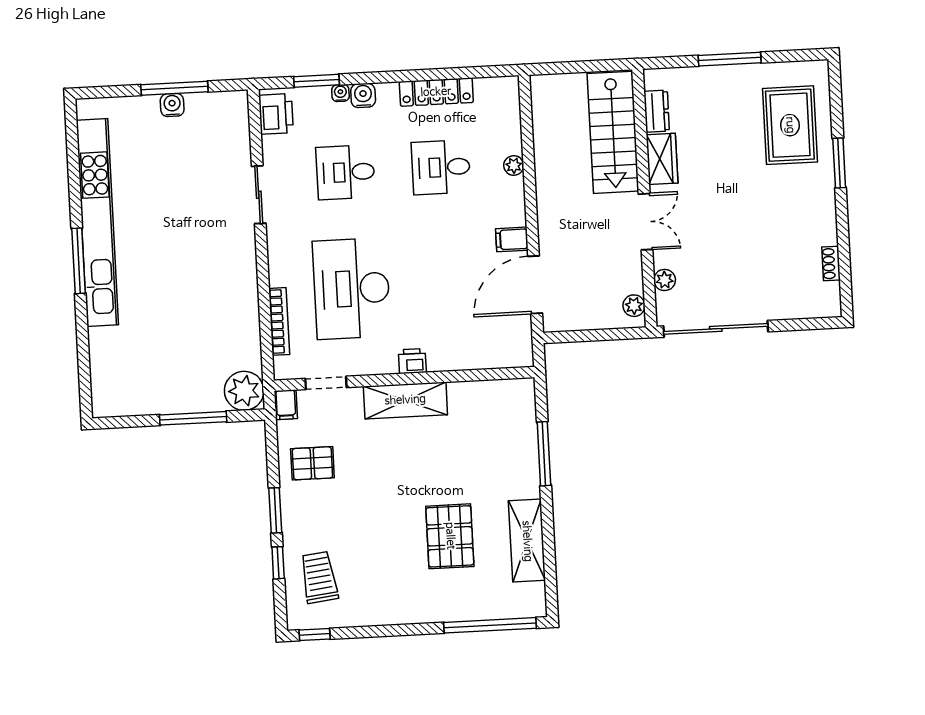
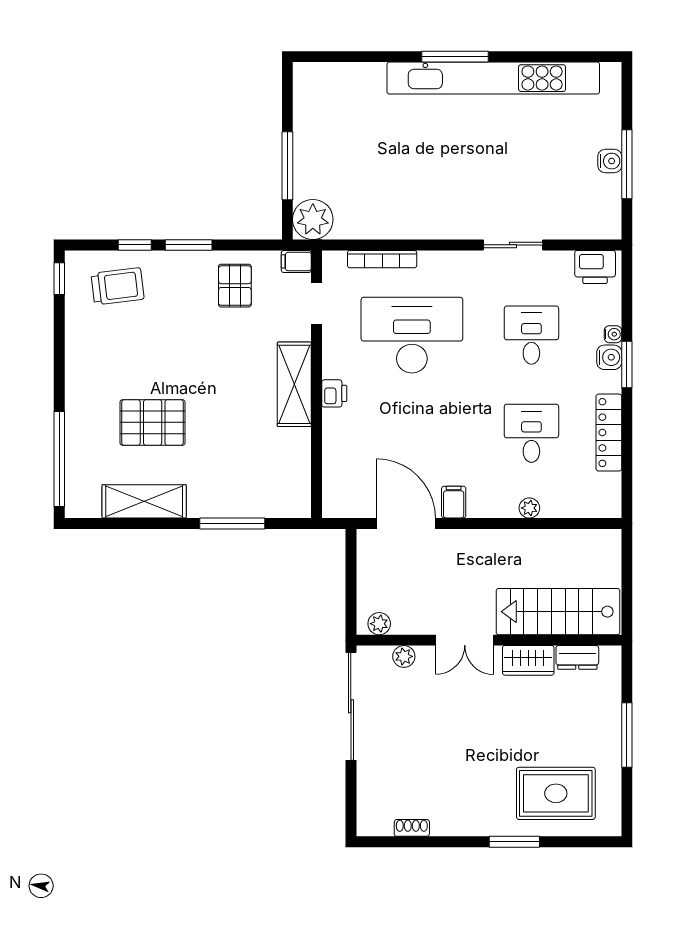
window: (317, 81) -> (627, 364), moved

